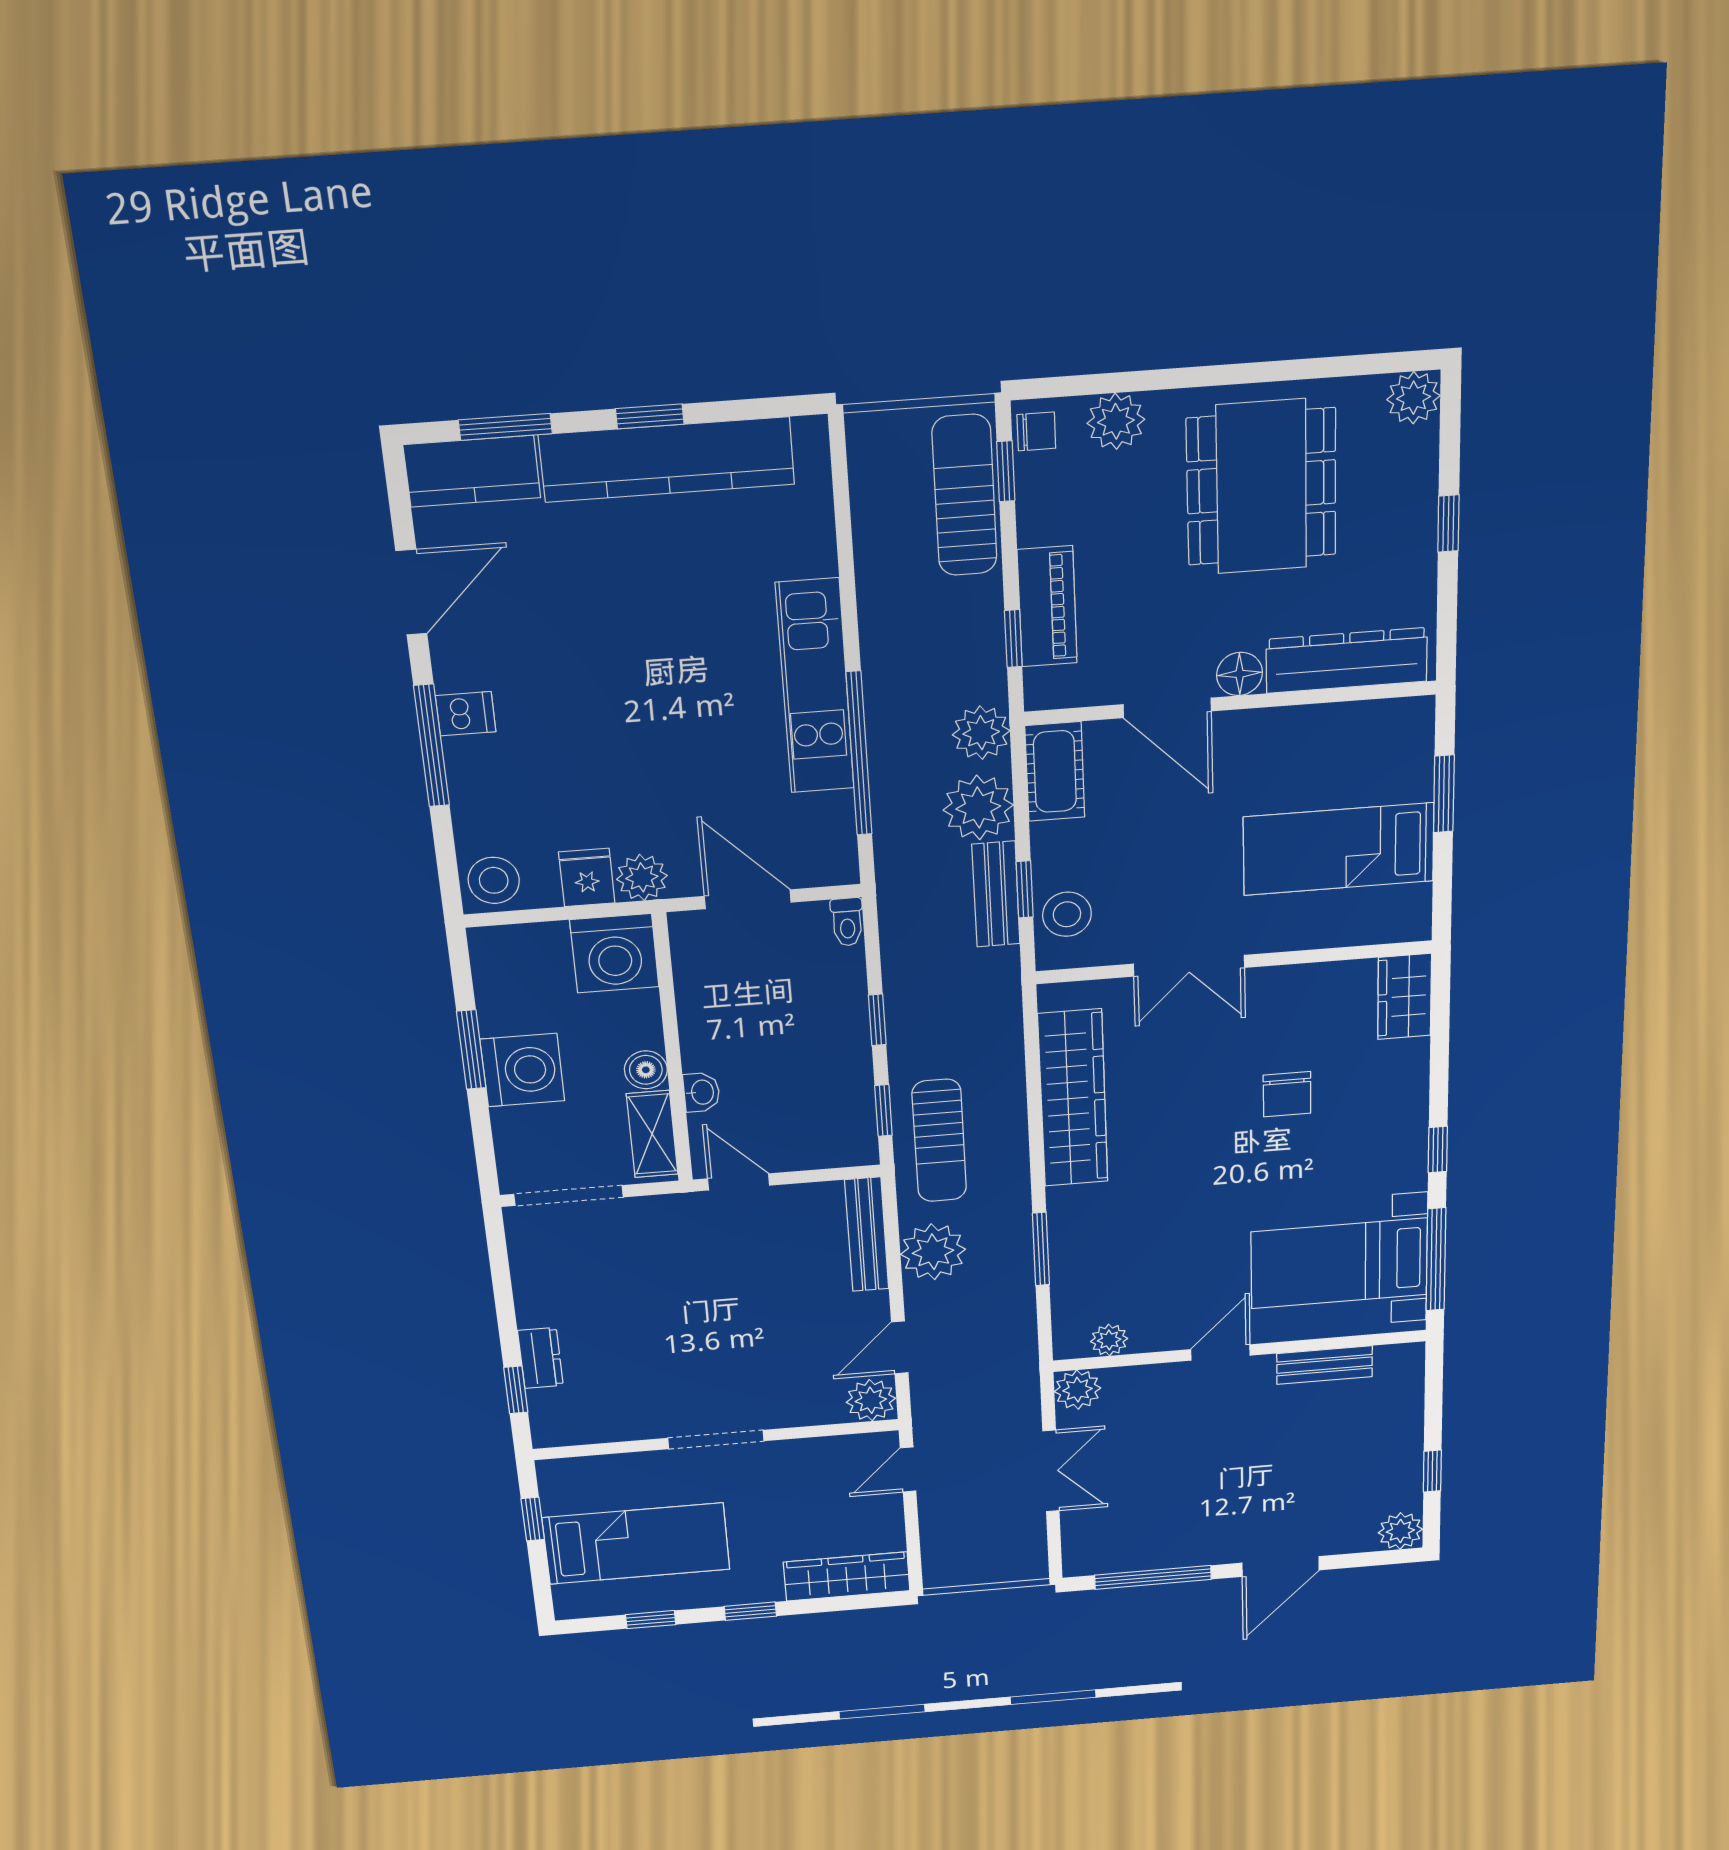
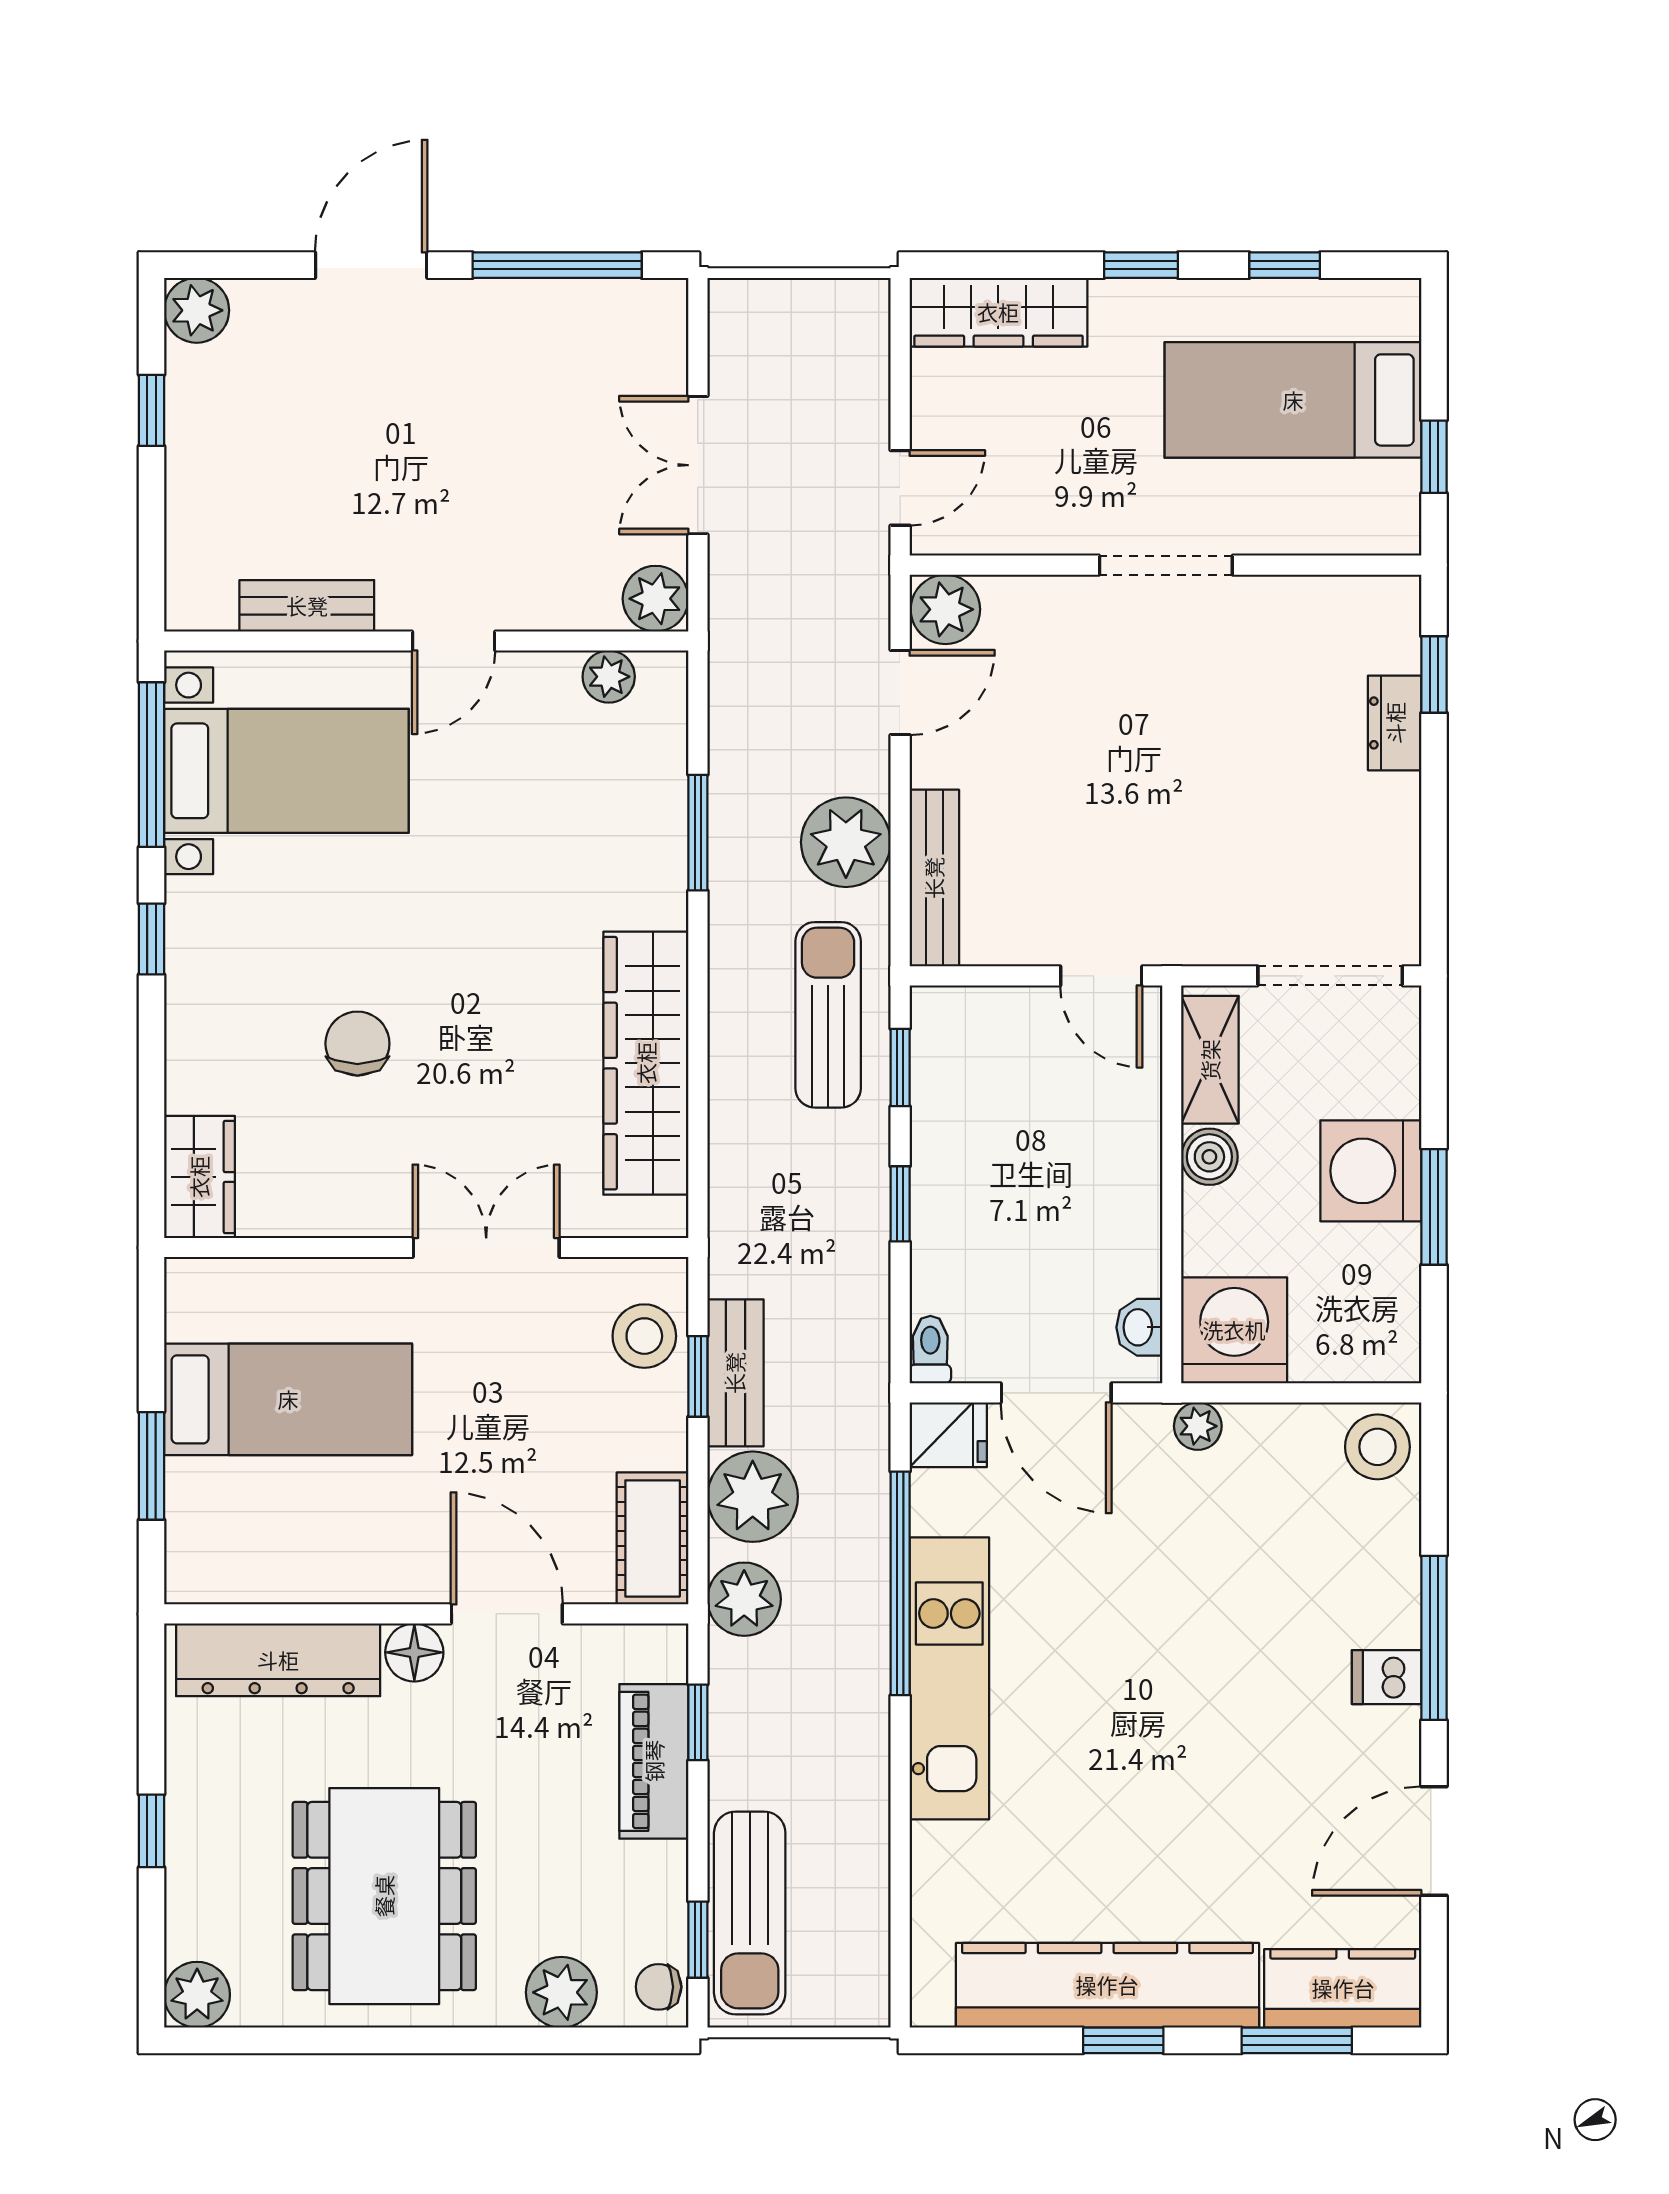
fridge: (587, 877) -> (948, 1435), moved, turned -90
plant: (642, 877) -> (1198, 1426), width x0.73, depth x0.73
washbasin: (701, 1092) -> (1139, 1327), moved

